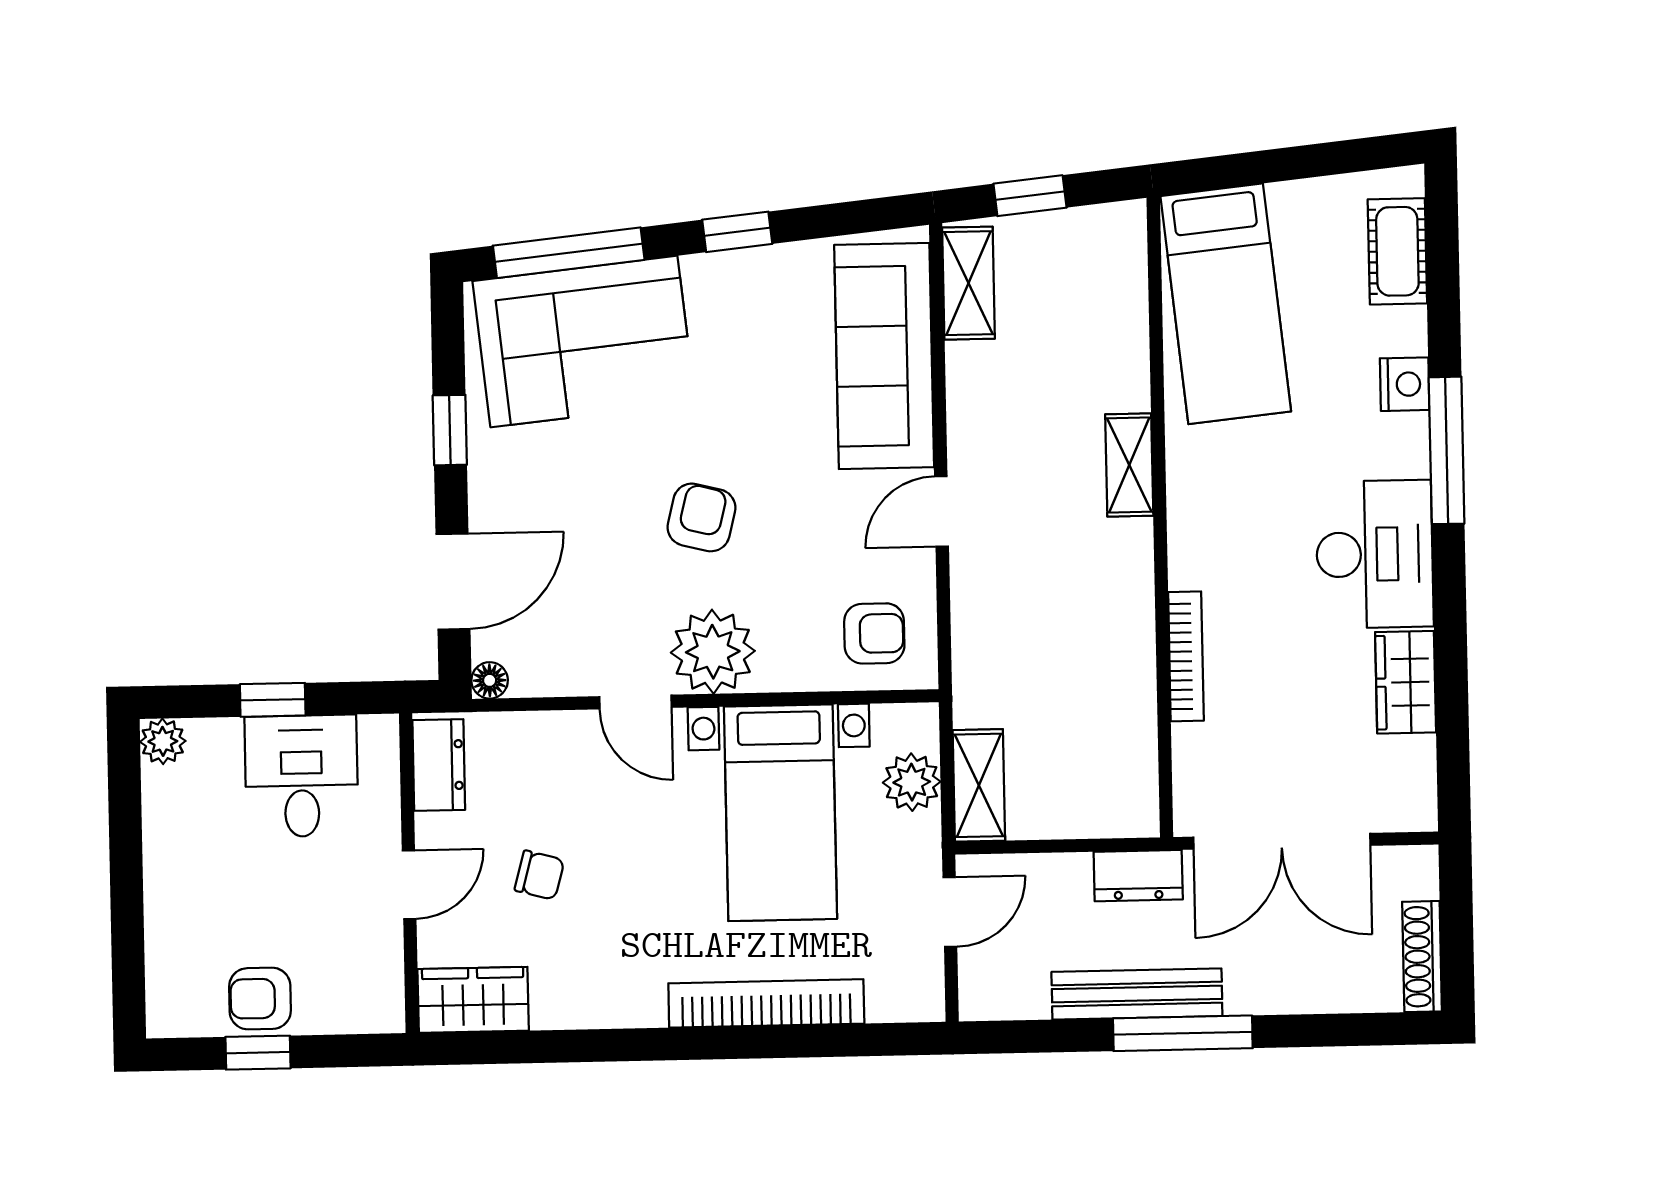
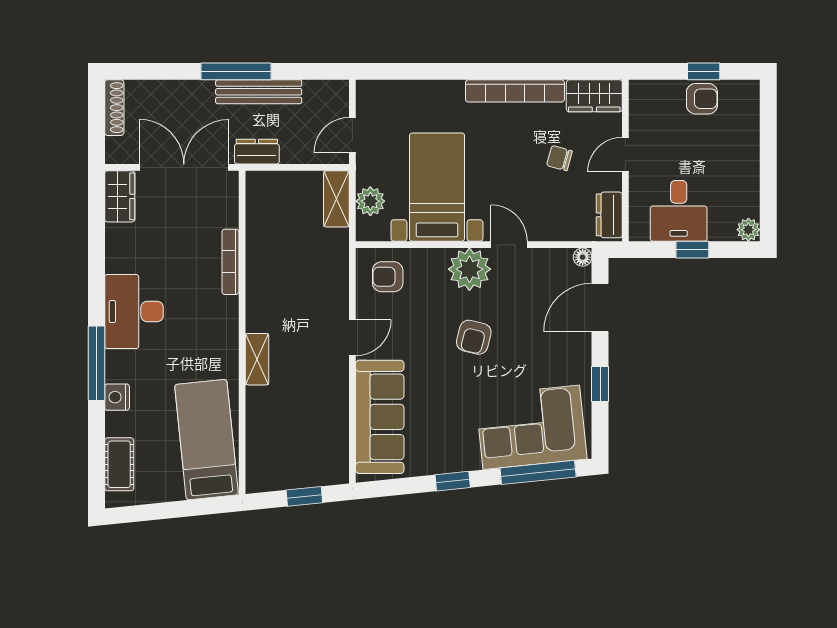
shelving: (969, 283) -> (336, 453), removed
wardrobe: (1406, 682) -> (120, 196), moved
bookcase: (766, 1003) -> (515, 91), moved

